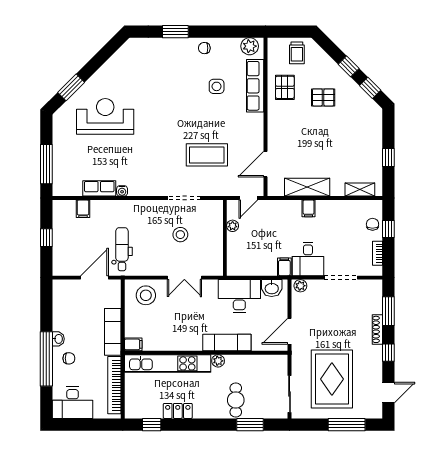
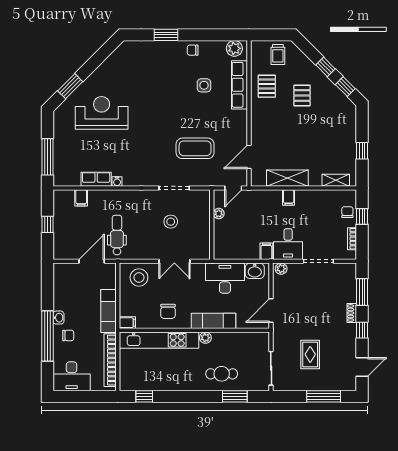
pallet: (323, 97) -> (302, 95), turned 90
shoe rack: (377, 329) -> (352, 313), width x0.70
chair: (177, 332) -> (168, 311), added
rug: (332, 379) -> (310, 354), width x0.54, depth x0.49
cafe table: (236, 400) -> (222, 374), turned 90
locker: (178, 411) -> (168, 384), removed

